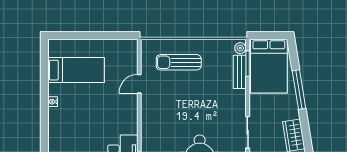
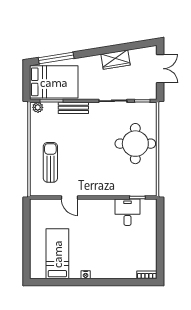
sun lounger: (179, 62) -> (50, 162), turned 180
bench: (240, 72) -> (73, 108), moved
window: (299, 90) -> (56, 58), moved

